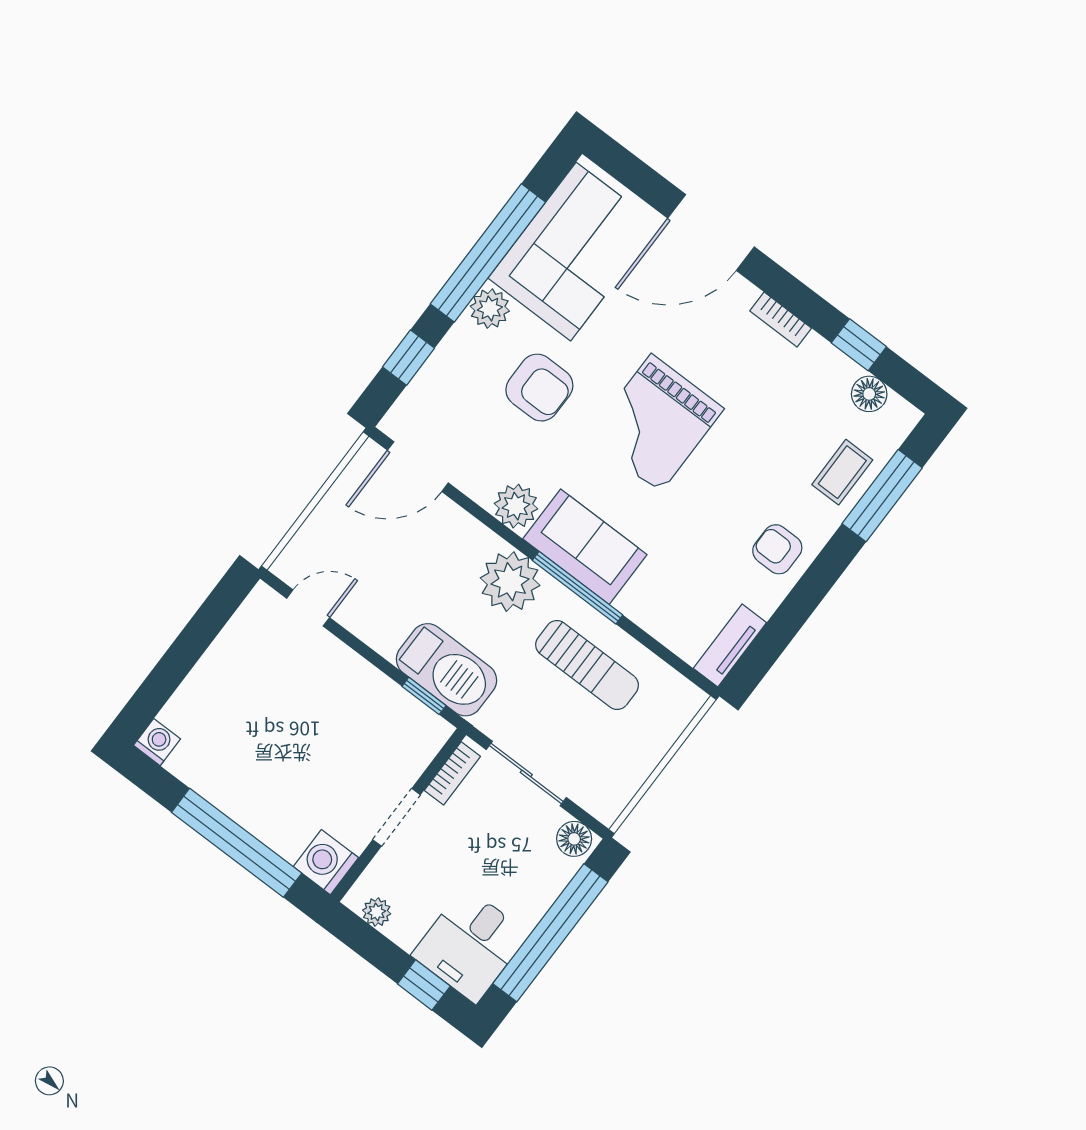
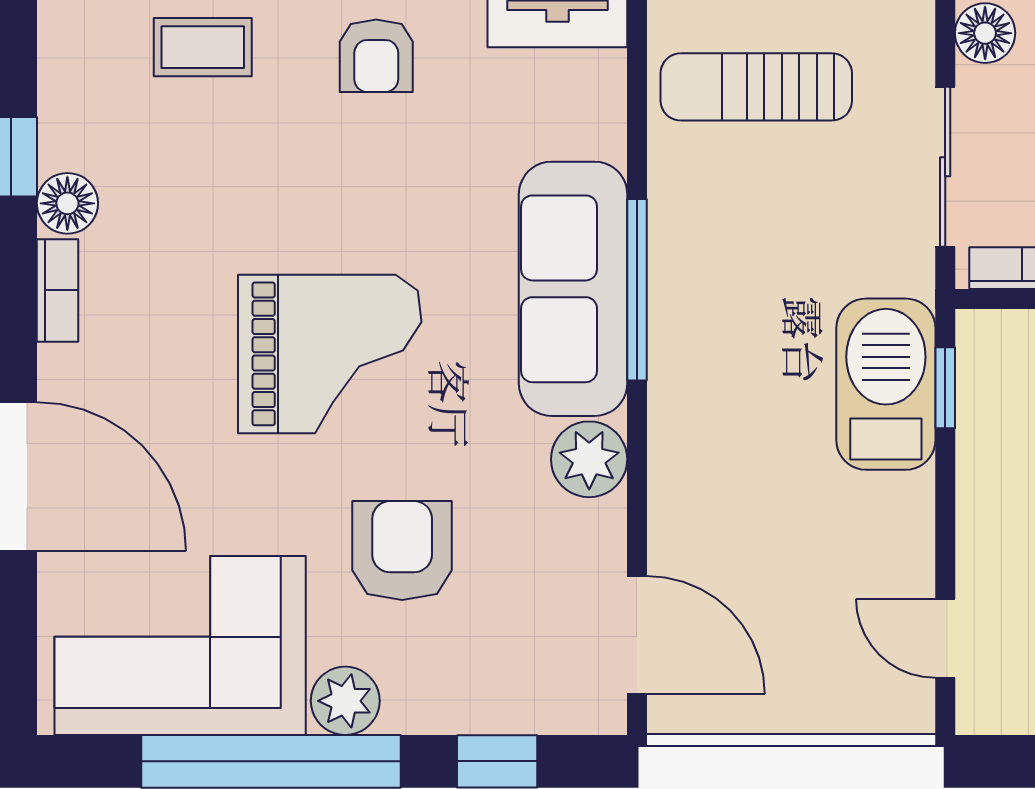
floor lamp: (869, 394) -> (67, 203), moved
sofa: (585, 547) -> (573, 289), width x1.36
plant: (510, 582) -> (699, 389), removed
sun lounger: (587, 665) -> (756, 87), moved, turned -90

